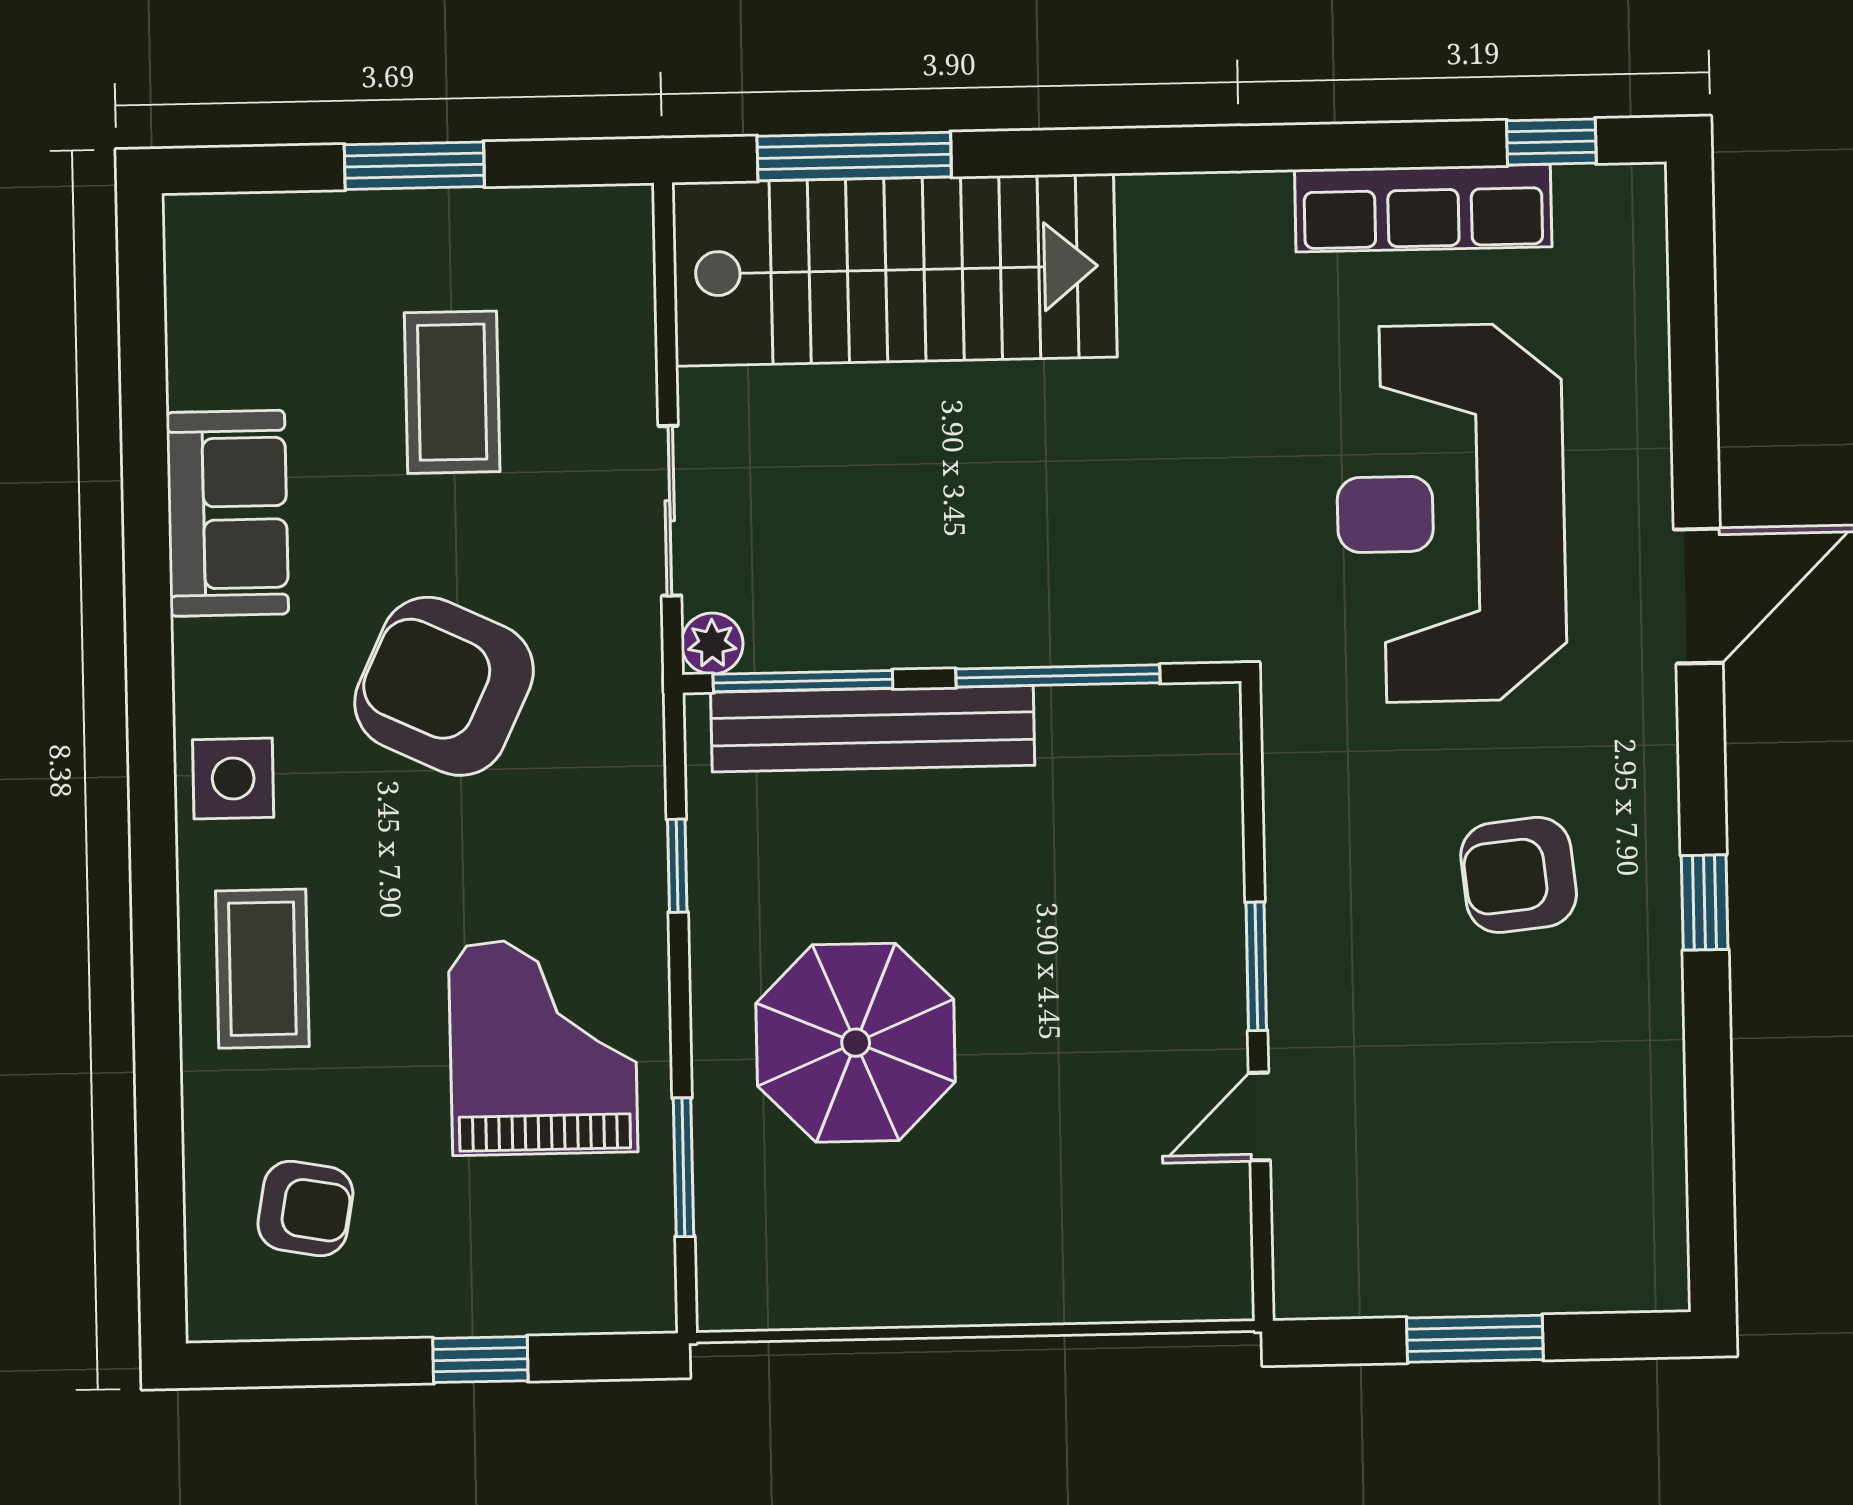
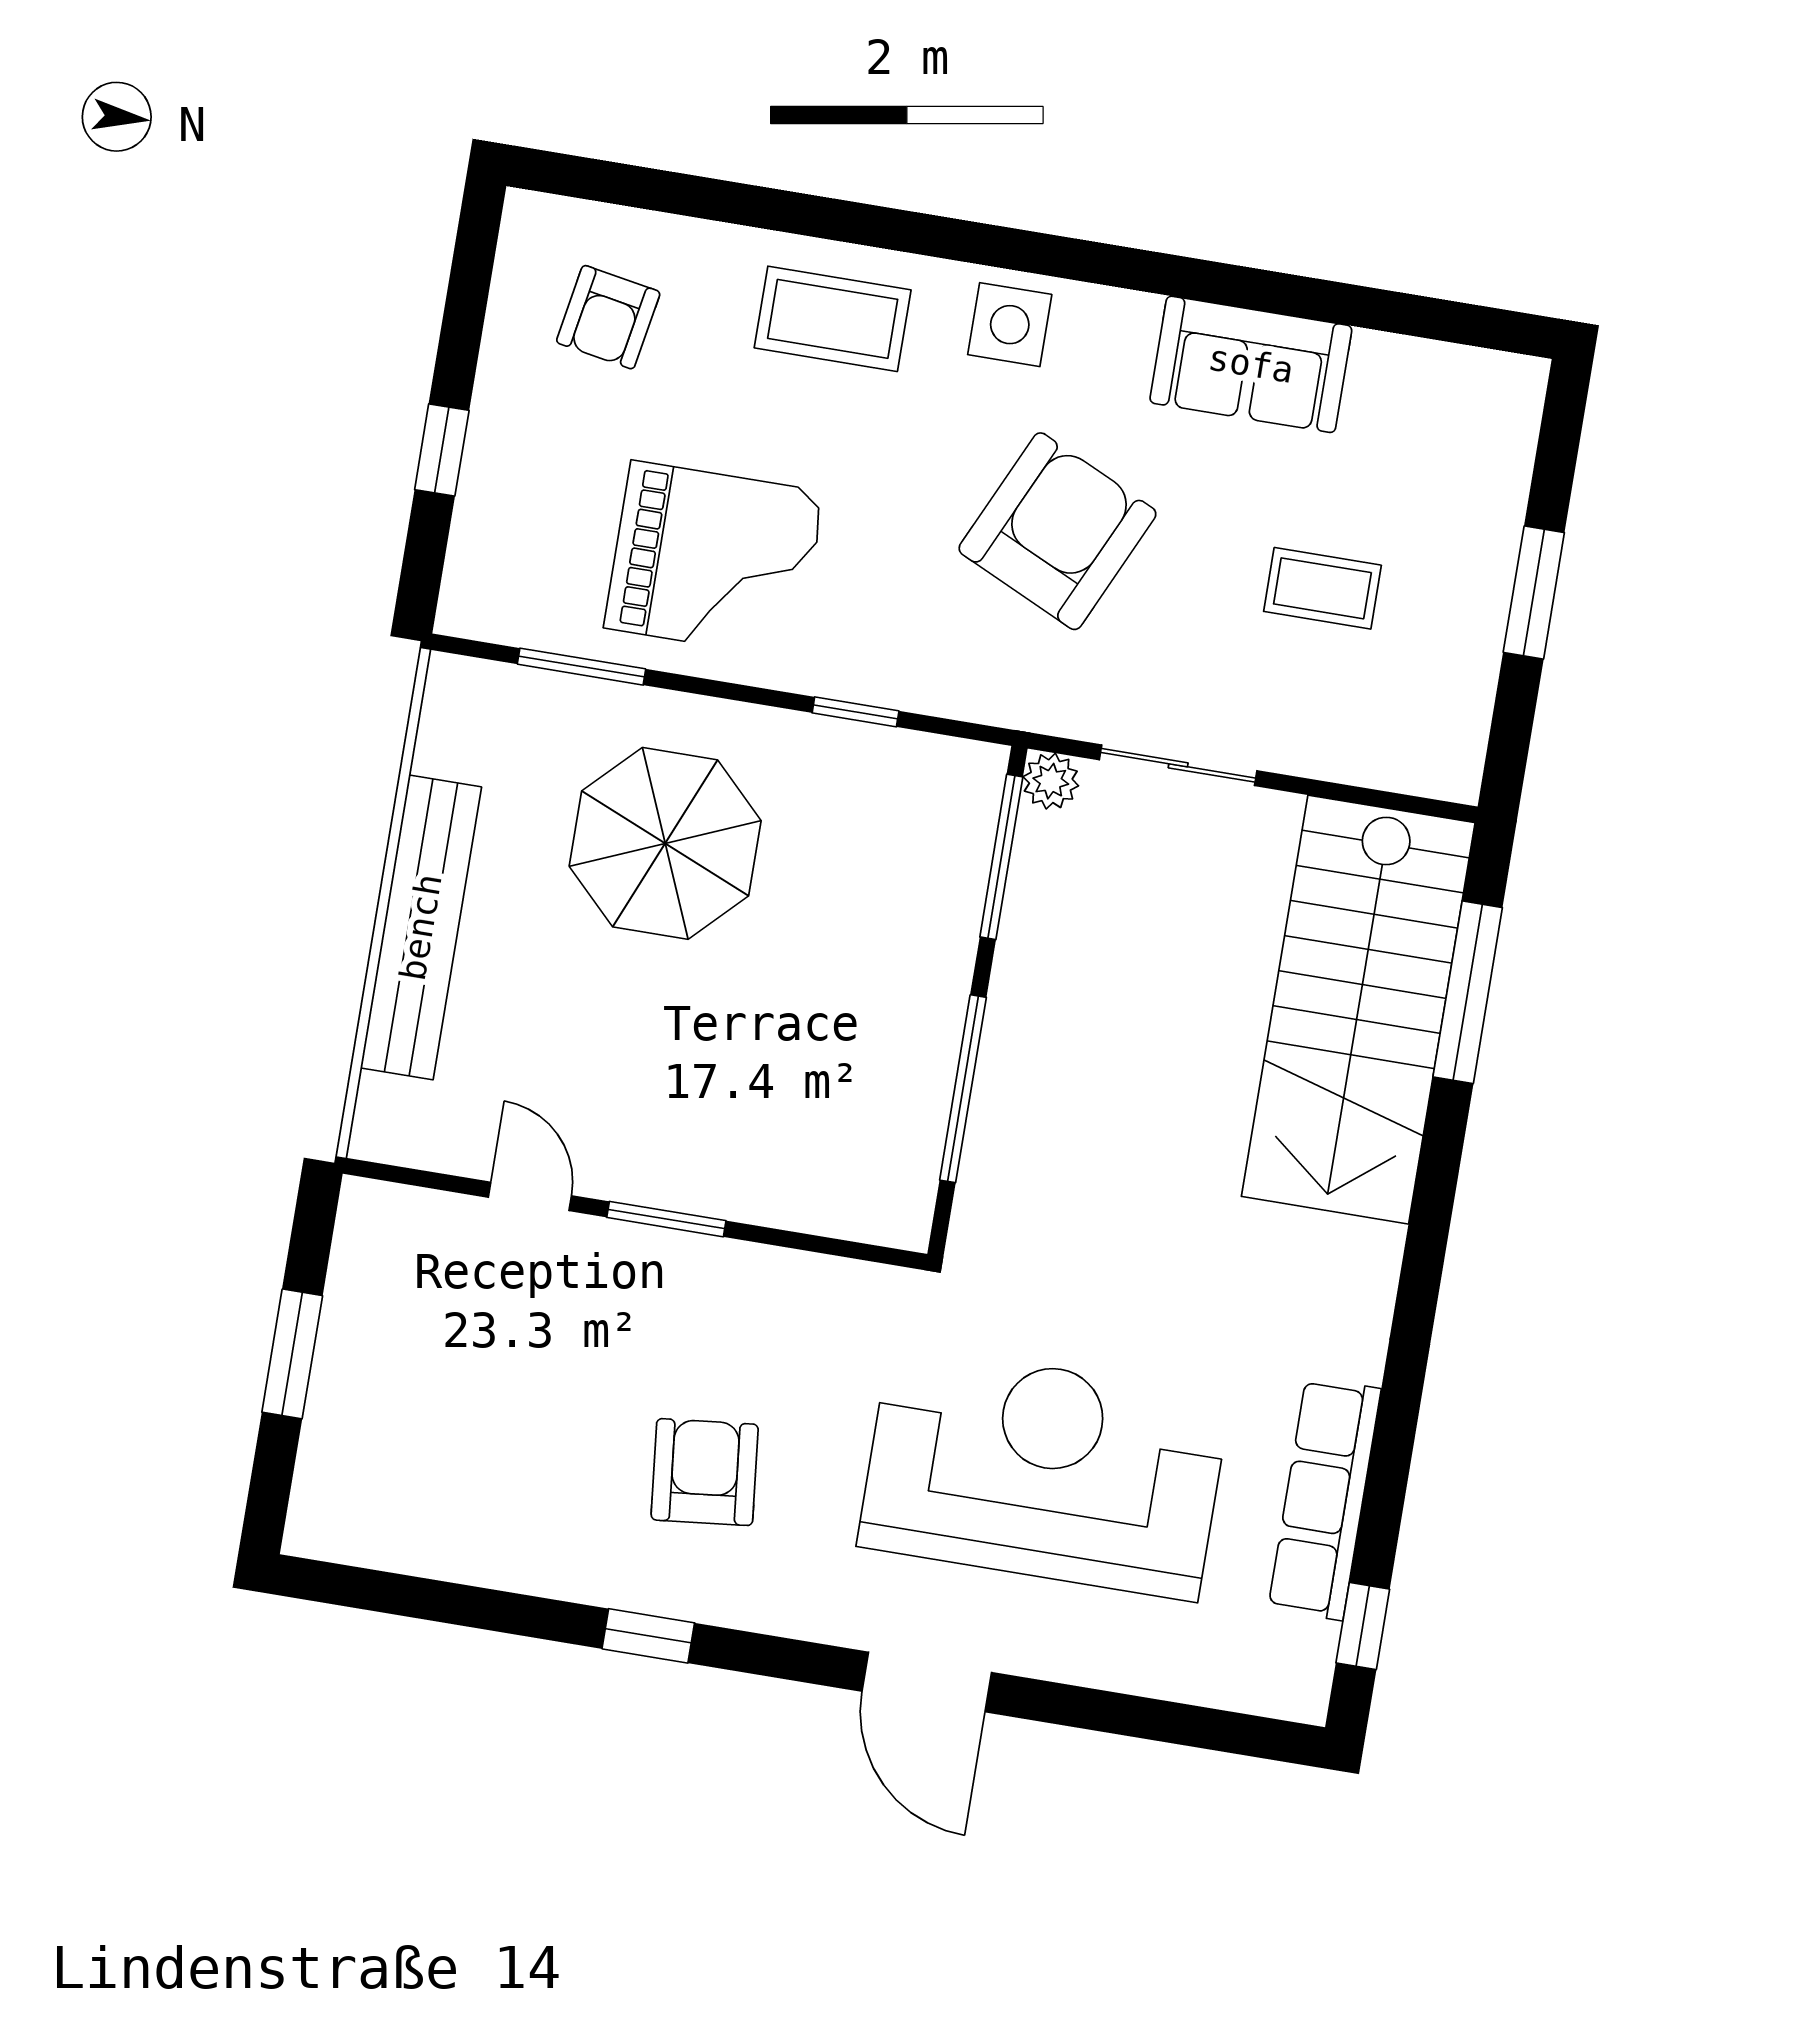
coffee table: (452, 392) -> (1322, 588), width x0.73, depth x0.77
bench: (873, 729) -> (421, 927), moved

